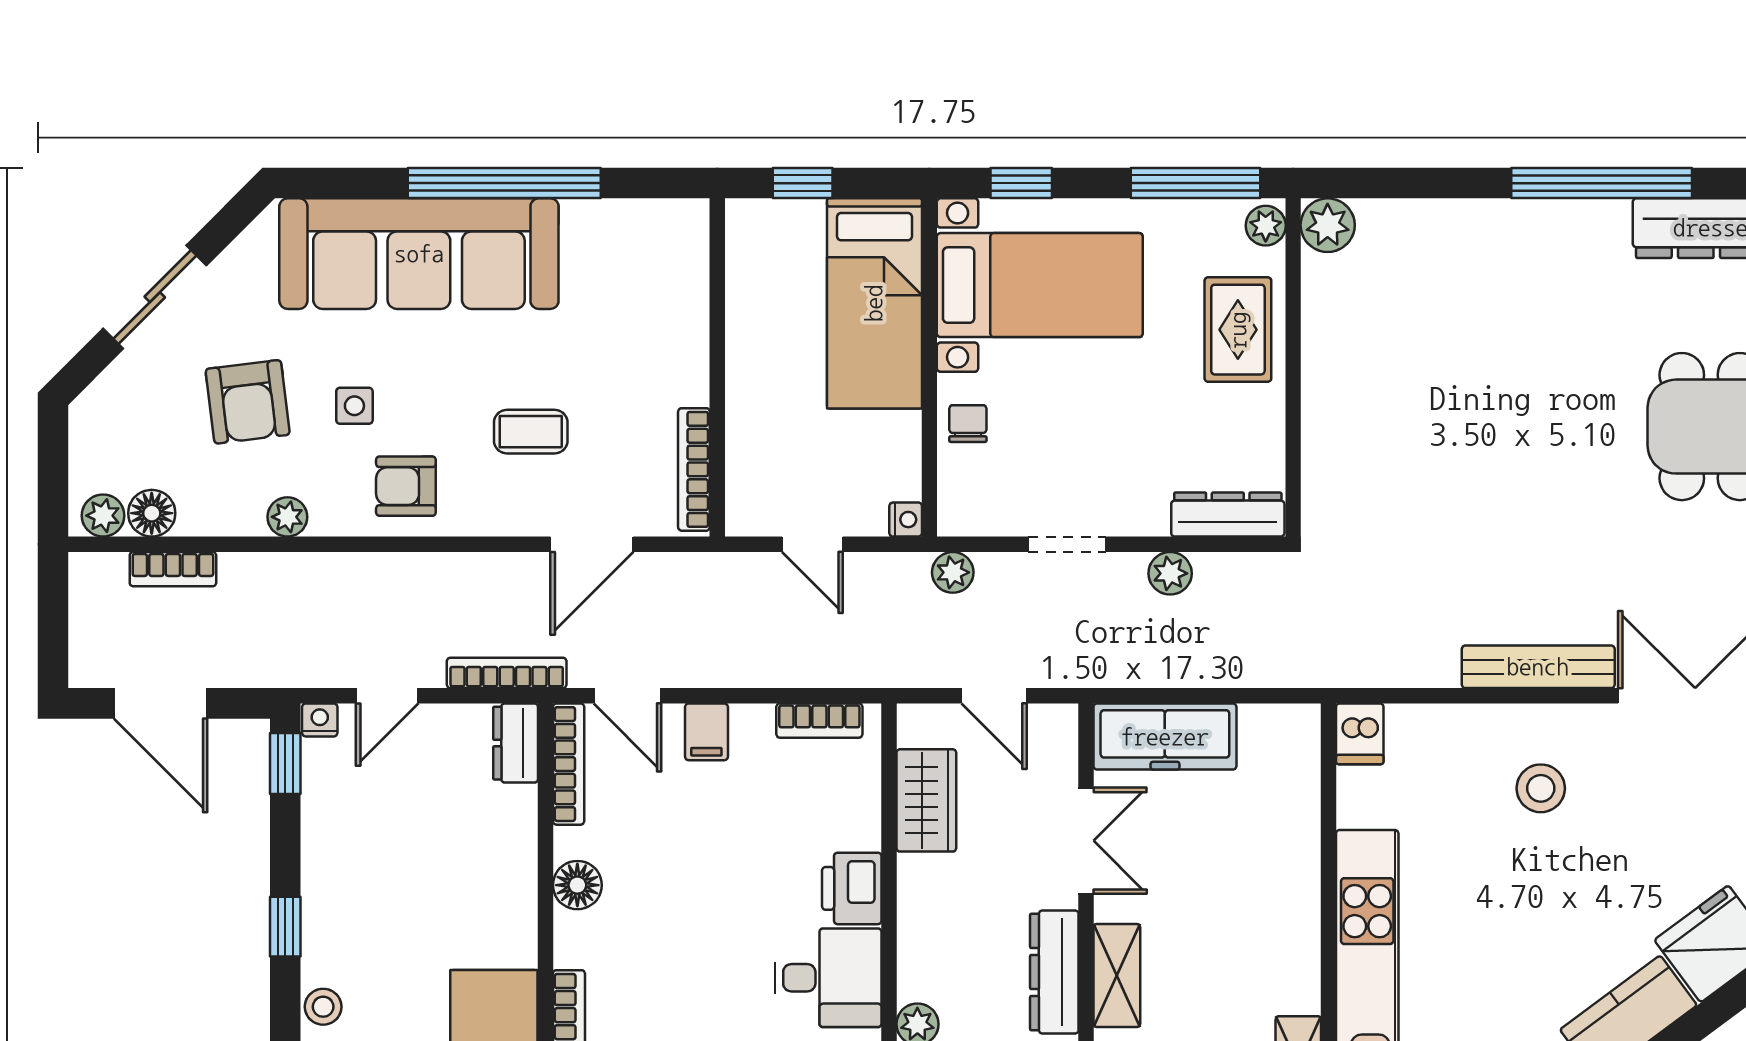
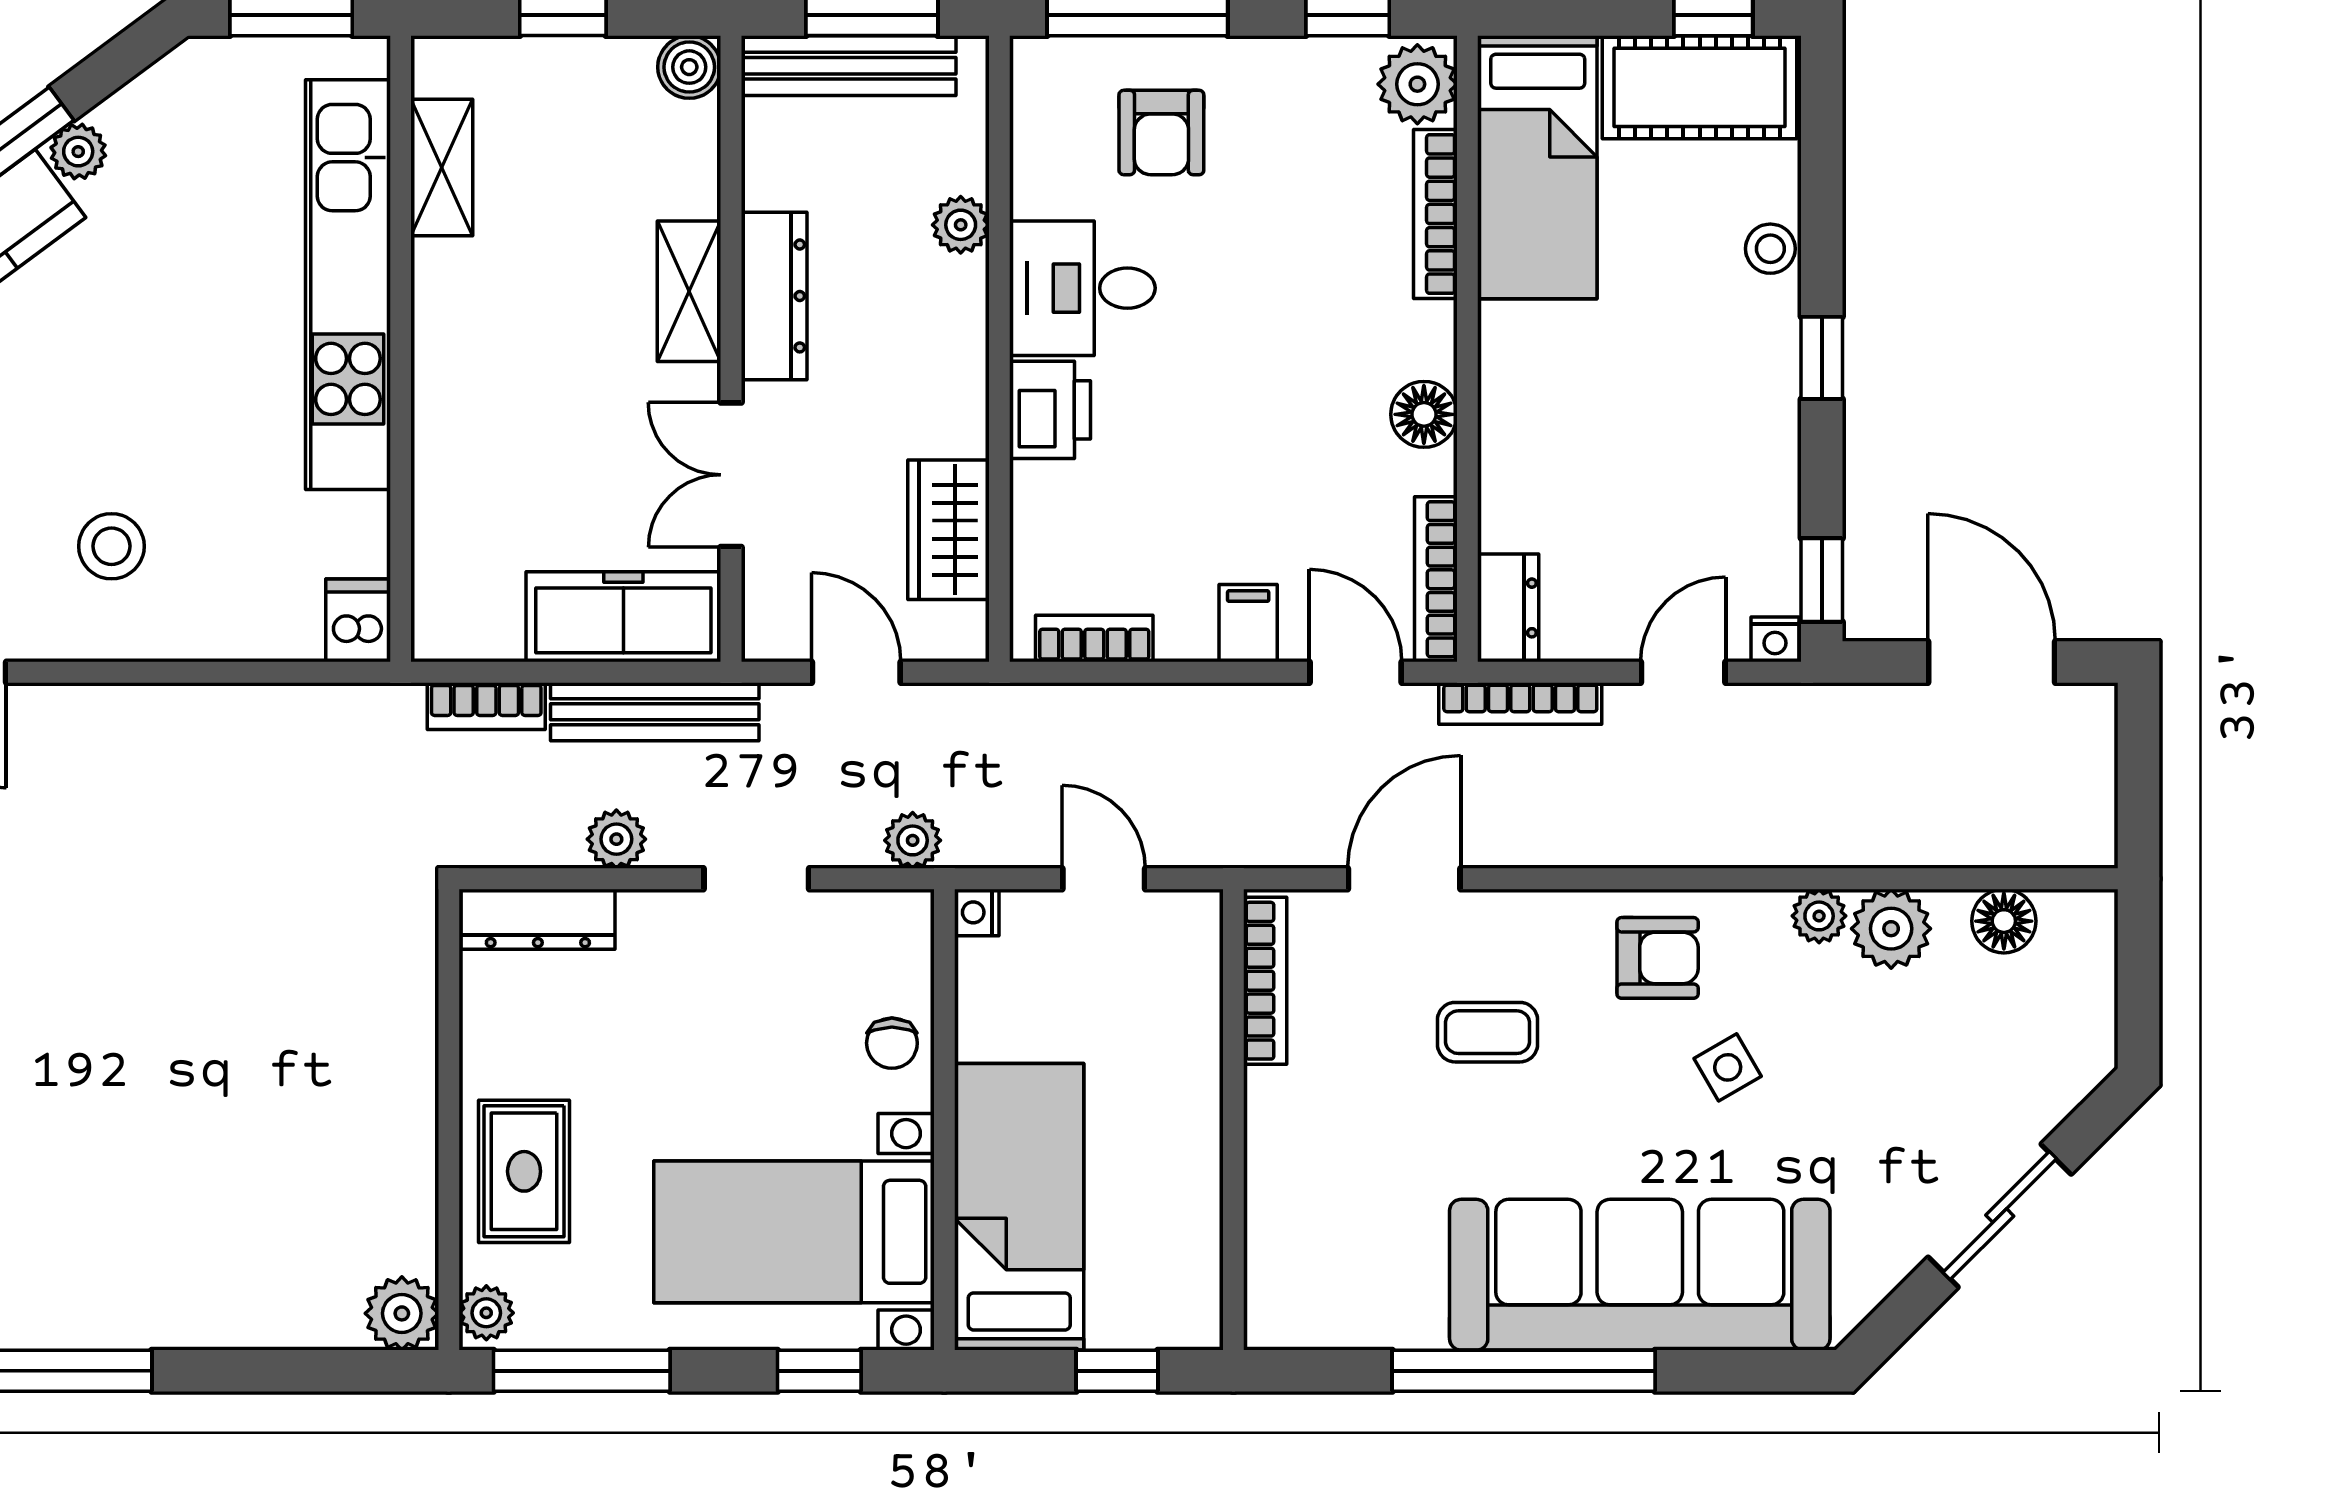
armchair: (248, 402) -> (1873, 1073), removed
side table: (354, 406) -> (1728, 1067), turned -30
plant: (103, 516) -> (1891, 929), moved, width x1.38, depth x1.38
bookcase: (173, 569) -> (486, 706), moved, turned 180
bench: (1538, 667) -> (655, 712), moved

